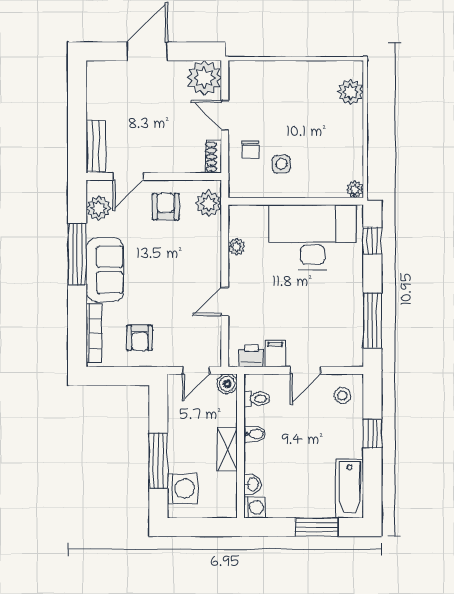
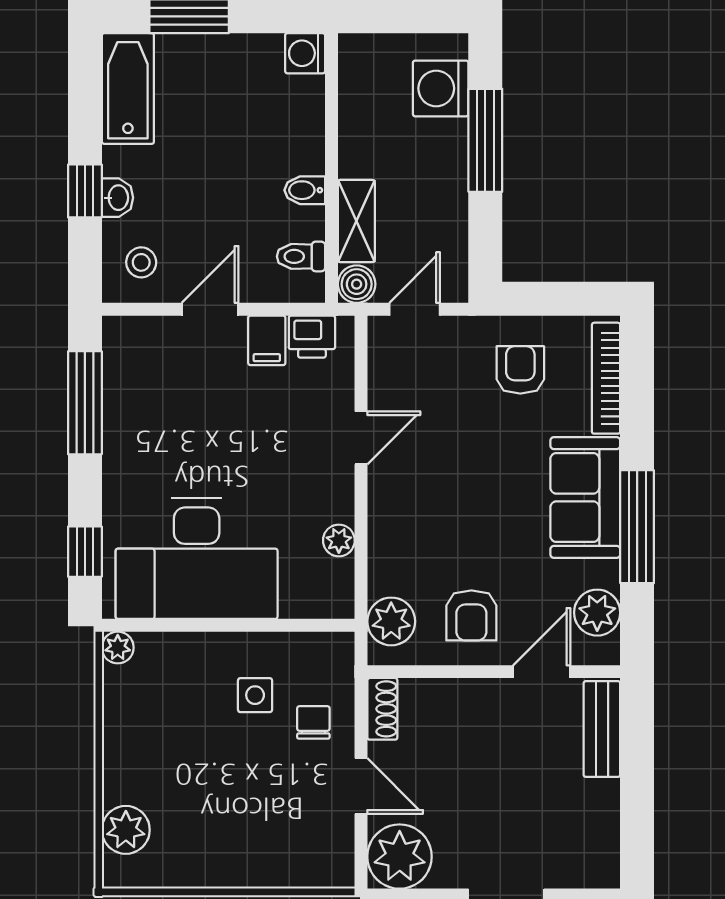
shelving: (227, 450) -> (356, 221), moved
washbasin: (252, 484) -> (117, 198), moved, turned 180

